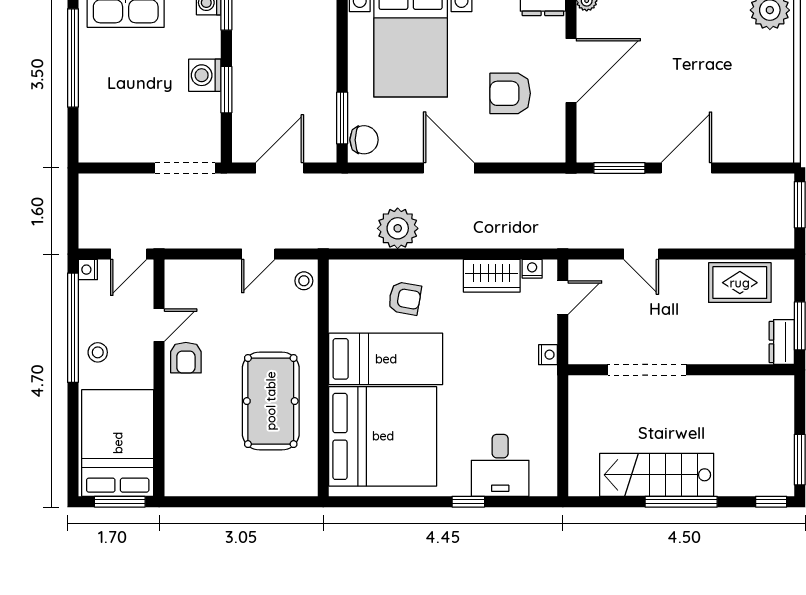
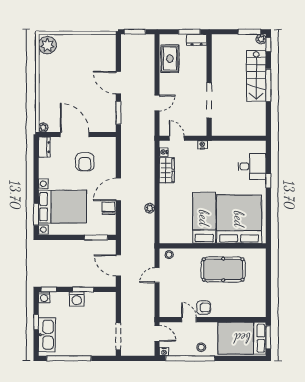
chair: (364, 140) -> (109, 208), moved
doorway: (185, 168) -> (118, 336), moved
plant: (398, 228) -> (150, 208), width x0.53, depth x0.53
door: (258, 254) -> (157, 275), swing flipped
armchair: (405, 298) -> (177, 209), removed
stairs: (657, 475) -> (256, 76), moved
plant: (783, 485) -> (261, 39), added

